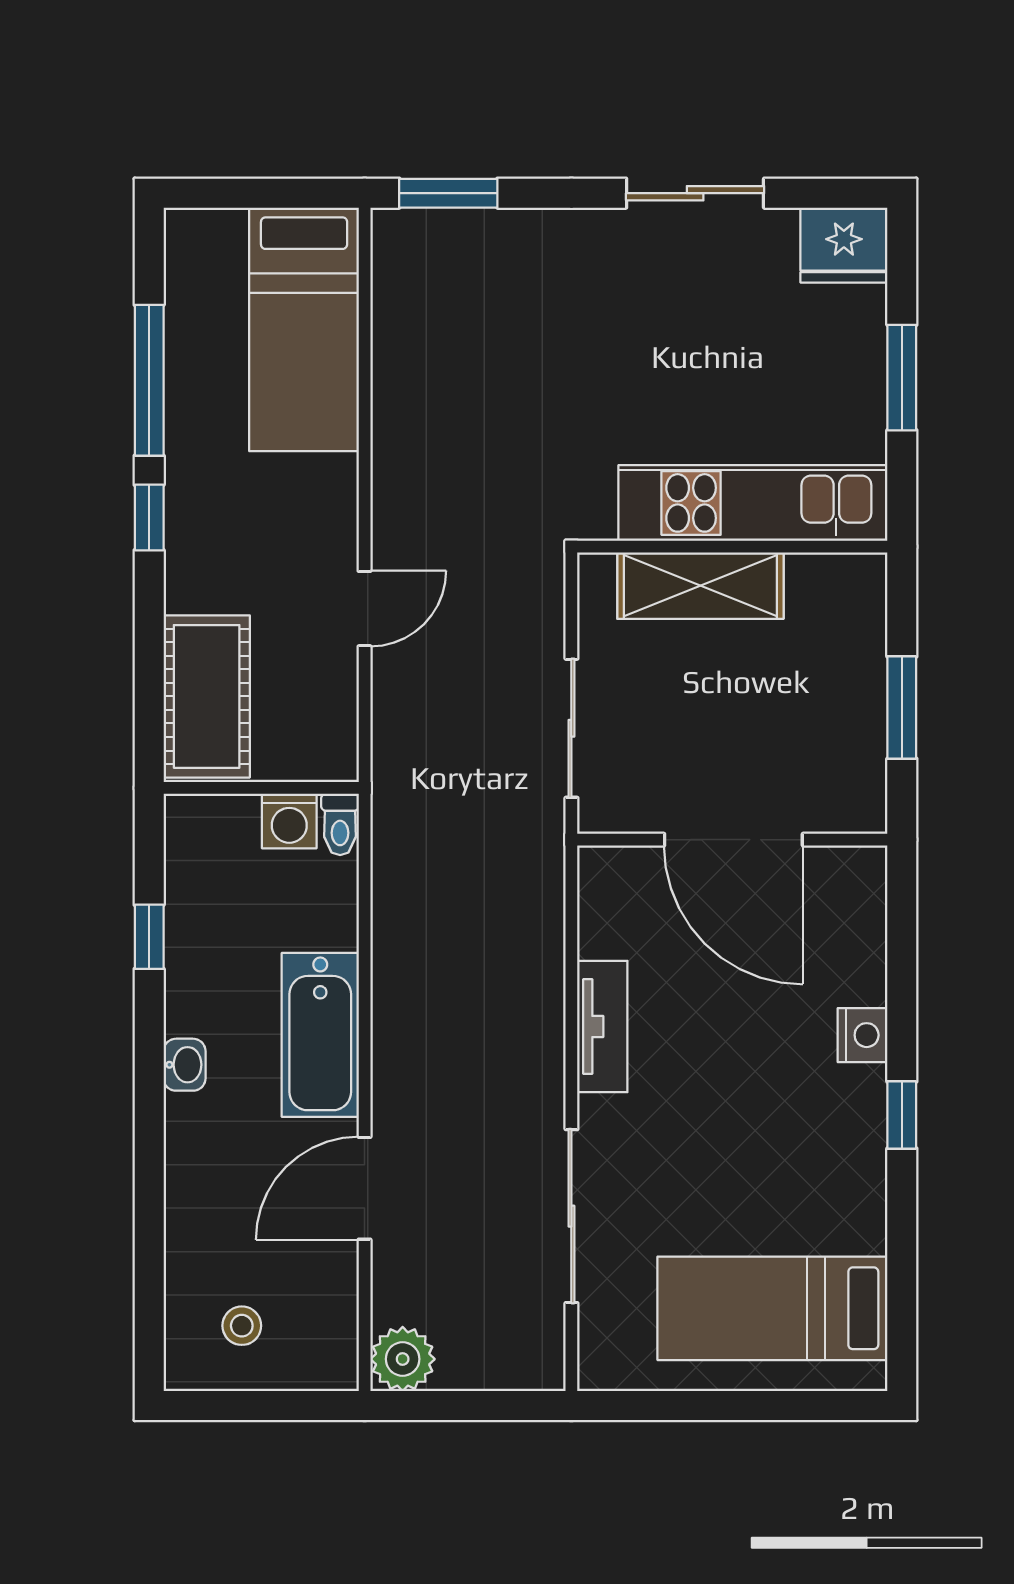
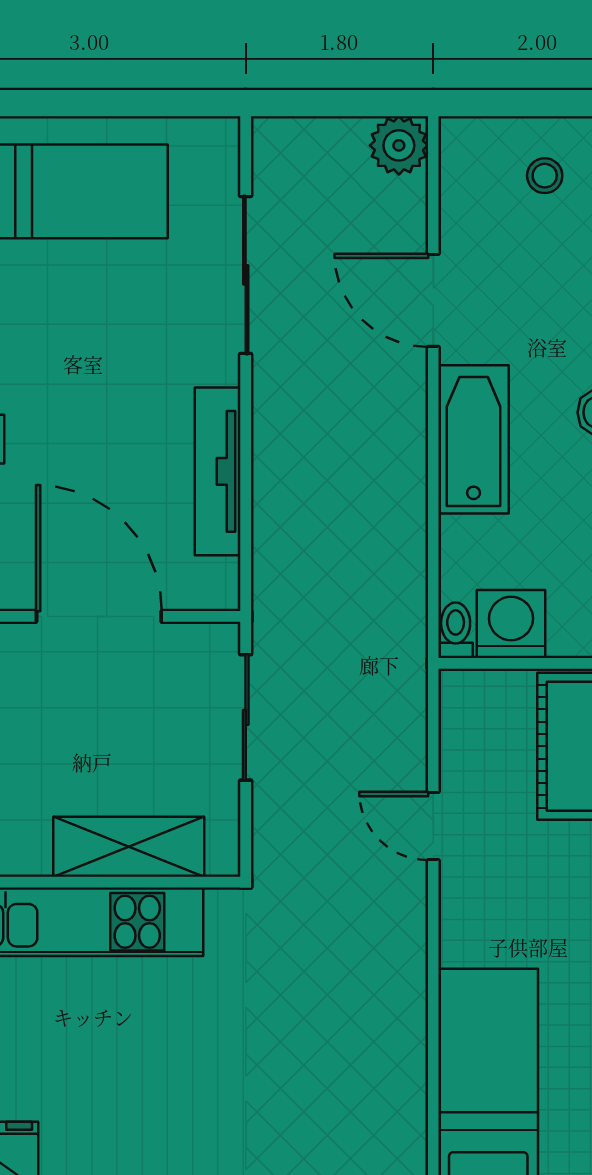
door: (365, 609) -> (433, 826), hinge flipped
washing machine: (289, 821) -> (511, 624), width x1.38, depth x1.38
tv unit: (602, 1026) -> (218, 471), width x1.41
door: (365, 1188) -> (433, 300), swing flipped

